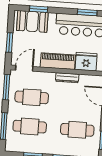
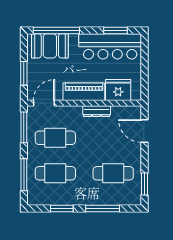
window: (39, 9) -> (56, 30), width x2.11

